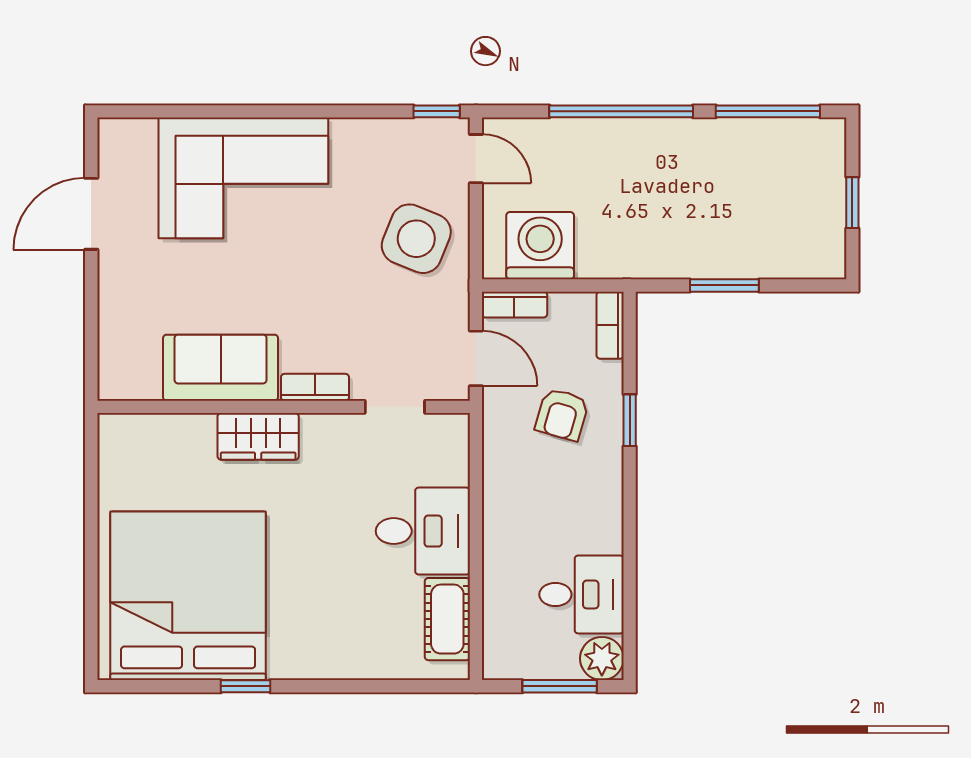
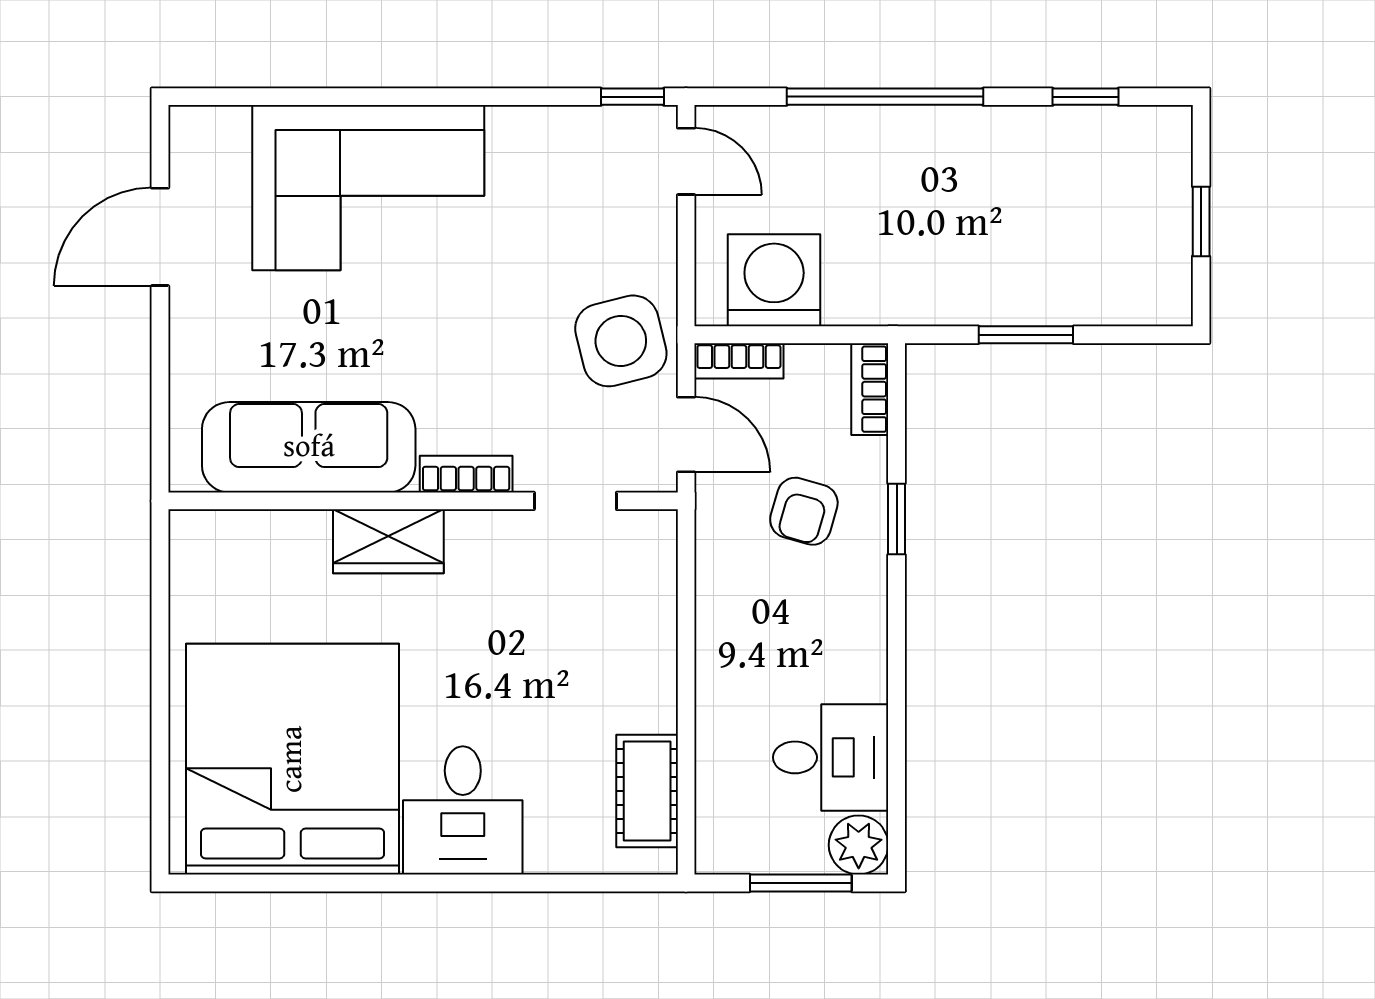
window: (768, 111) -> (1085, 97), width x0.46
side table: (416, 239) -> (621, 341), moved, turned -36
sofa: (221, 368) -> (309, 447), width x1.36
desk: (423, 531) -> (463, 810), moved, turned 90
window: (246, 686) -> (371, 883), removed

